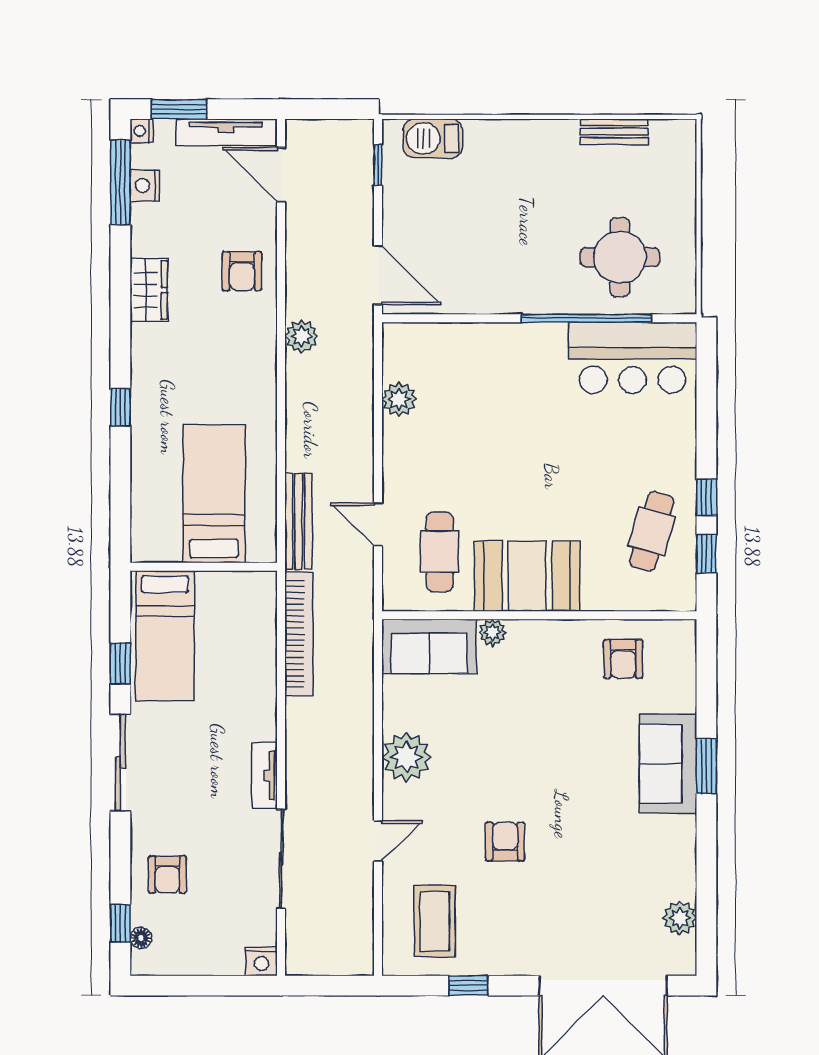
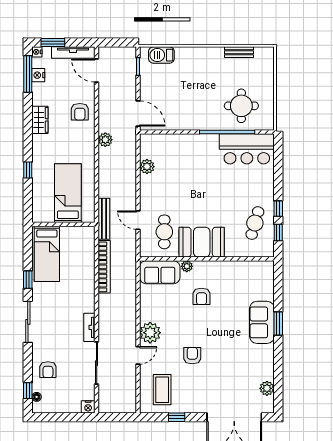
bed: (214, 494) -> (68, 193), moved
wall: (204, 567) -> (63, 224), moved
bed: (165, 636) -> (47, 254), moved
armchair: (623, 659) -> (201, 296), moved
plant: (406, 757) -> (150, 333), moved

